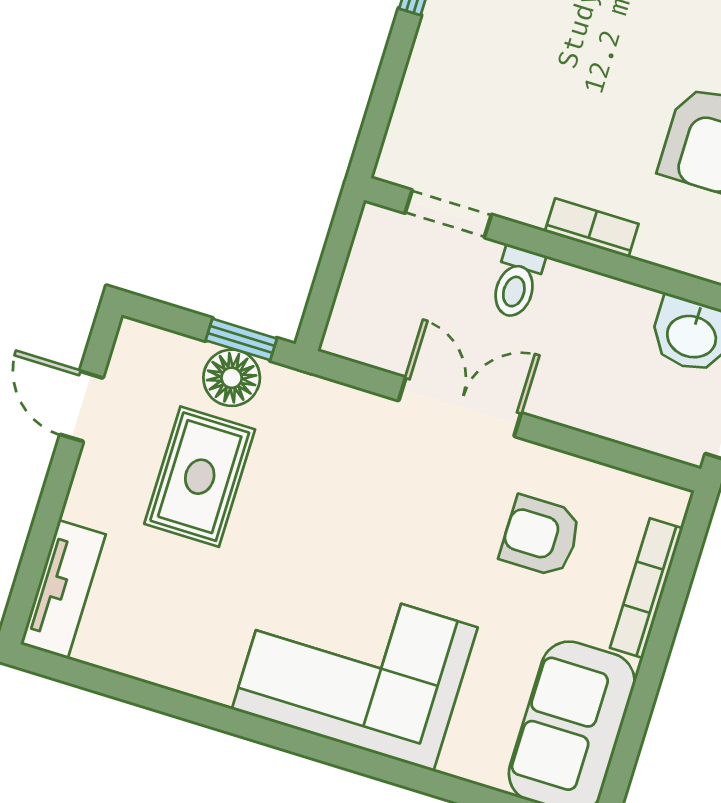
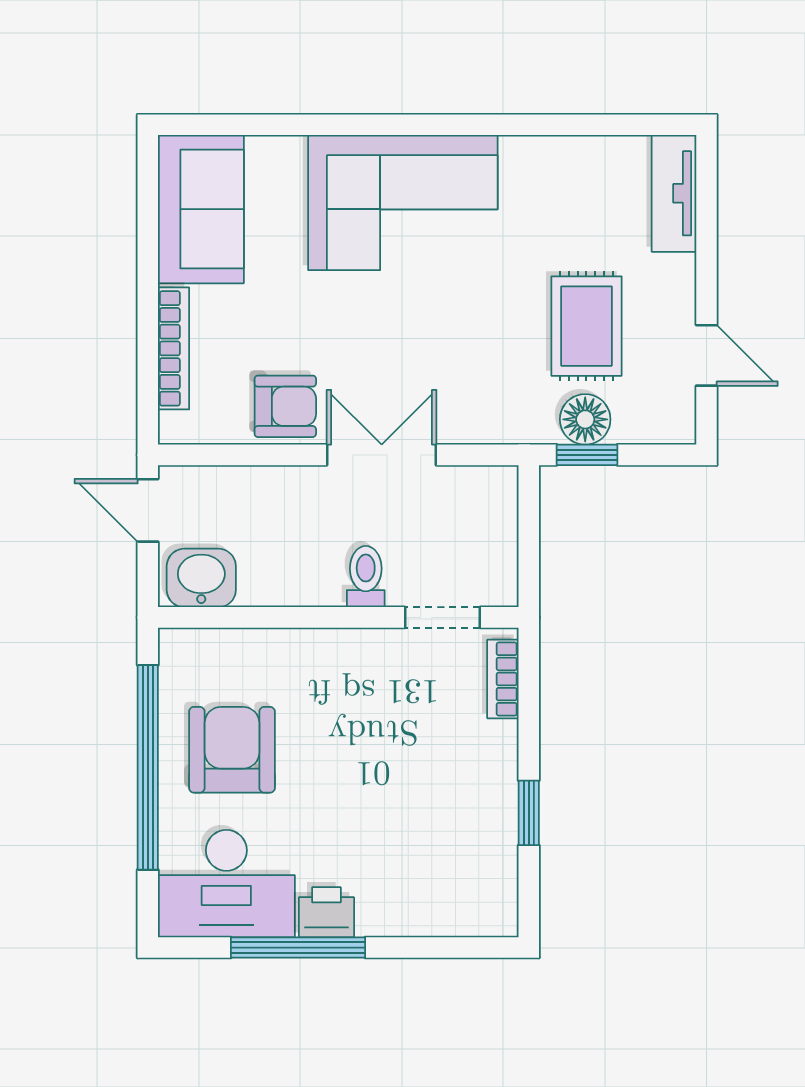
bookcase: (592, 228) -> (503, 679), moved, turned 90
double door: (460, 407) -> (382, 455), swing flipped
armchair: (541, 536) -> (285, 406), moved

